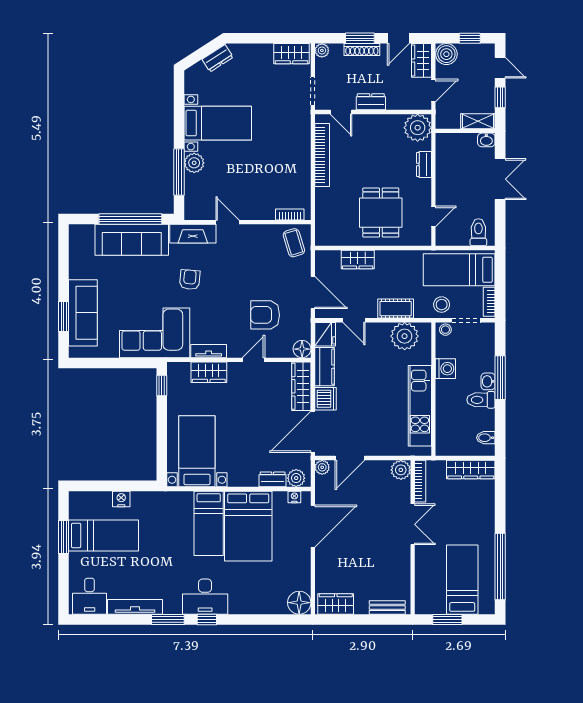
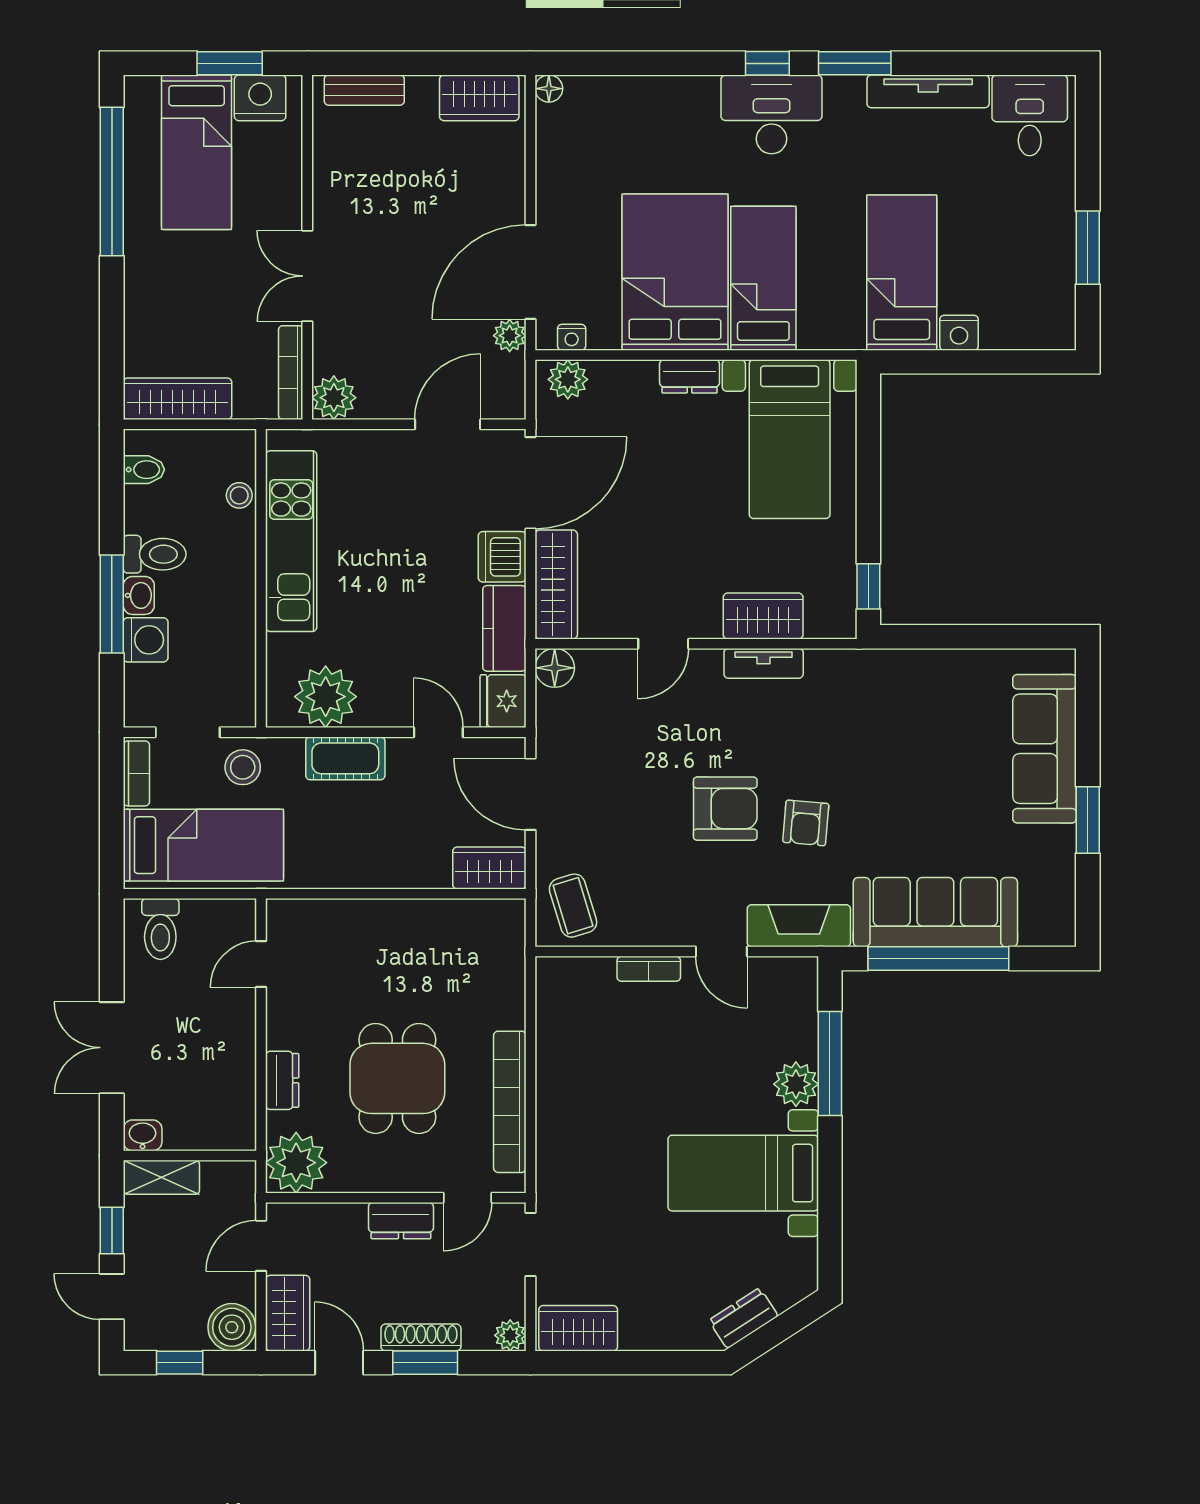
door: (398, 38) -> (339, 1363), hinge flipped
door: (341, 112) -> (468, 1198), swing flipped
dining table: (381, 213) -> (397, 1078), moved
bookcase: (290, 214) -> (649, 969), moved
wardrobe: (358, 259) -> (489, 868), moved
armchair: (265, 315) -> (725, 809), moved
window: (64, 317) -> (1088, 820), moved
stool: (445, 330) -> (239, 495), moved
corner sofa: (155, 333) -> (884, 704), removed
washing machine: (445, 369) -> (146, 640), moved, turned 180
plant: (322, 467) -> (510, 336), moved
dresser: (273, 479) -> (690, 376), moved
bed: (104, 535) -> (902, 273), moved, turned 90
floor lamp: (299, 603) -> (549, 89), width x0.53, depth x0.53
nightstand: (434, 604) -> (260, 98), added

